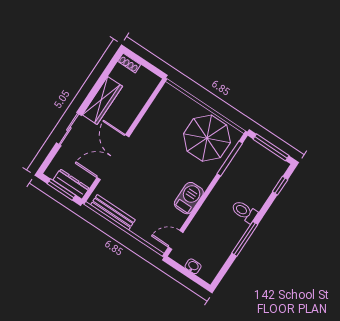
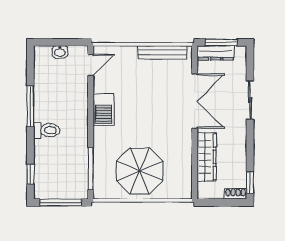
window: (112, 64) -> (250, 183), added
wardrobe: (102, 100) -> (207, 157), moved, turned 180
parasol: (207, 138) -> (140, 171), moved

